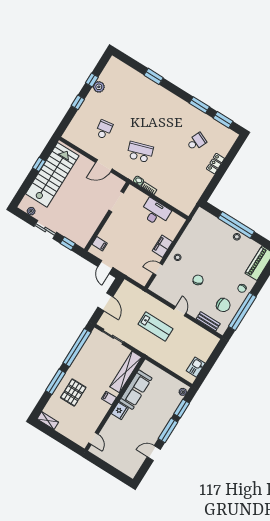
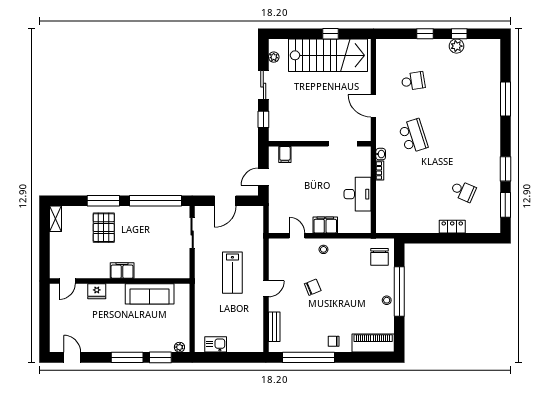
window: (154, 76) -> (505, 99), width x1.44
chair: (223, 305) -> (379, 257), moved
shelving: (126, 372) -> (162, 271), removed
pallet: (73, 393) -> (104, 228), turned 90
filing cabinet: (109, 398) -> (122, 271), width x2.00
fridge: (120, 411) -> (97, 291), moved
door: (154, 453) -> (72, 357), moved

